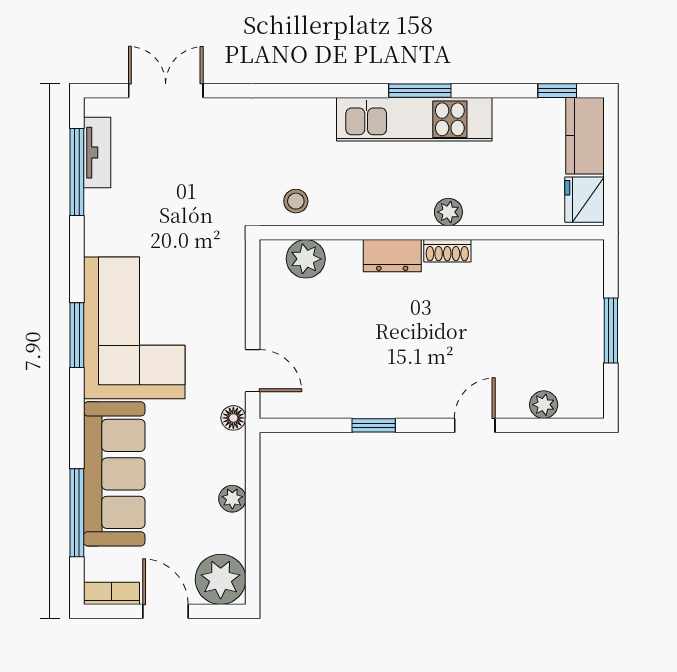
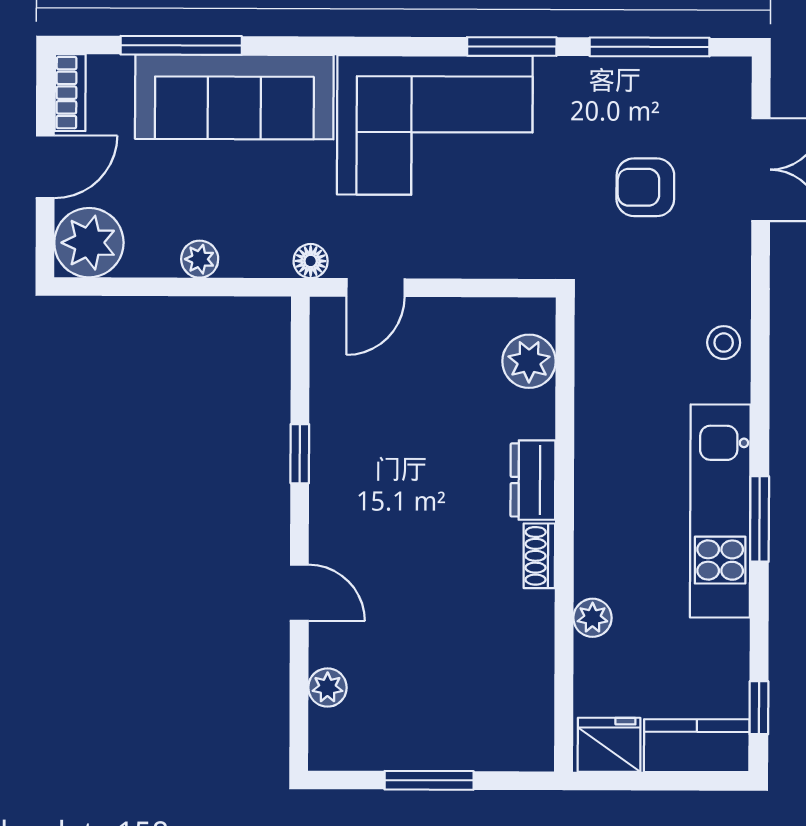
tv unit: (97, 153) -> (676, 75), removed
armchair: (179, 175) -> (645, 187), added
stool: (296, 201) -> (724, 343), moved
plant: (448, 212) -> (592, 618), moved
window: (77, 335) -> (512, 46), moved

